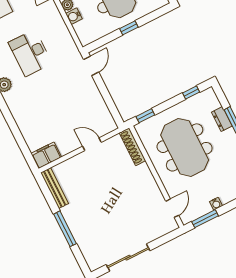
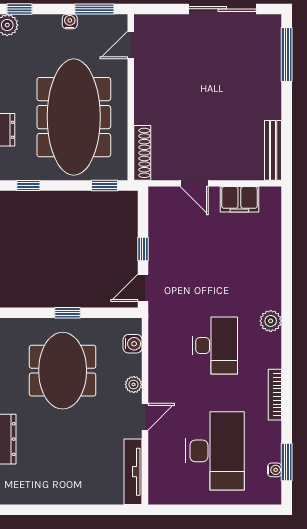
water cooler: (74, 16) -> (133, 344), moved
window: (103, 89) -> (143, 249), added
meeting table: (185, 147) -> (74, 117), width x1.36
filing cabinet: (46, 155) -> (239, 199), moved
window: (65, 229) -> (287, 55), moved

